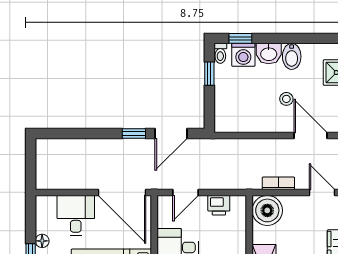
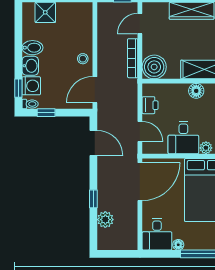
stool: (286, 99) -> (83, 59), moved
window: (134, 134) -> (93, 199), moved
door: (311, 135) -> (95, 90), moved
plant: (74, 149) -> (105, 220), added
bookcase: (278, 183) -> (133, 58), width x1.56
desk: (76, 215) -> (157, 234), moved, turned -90

